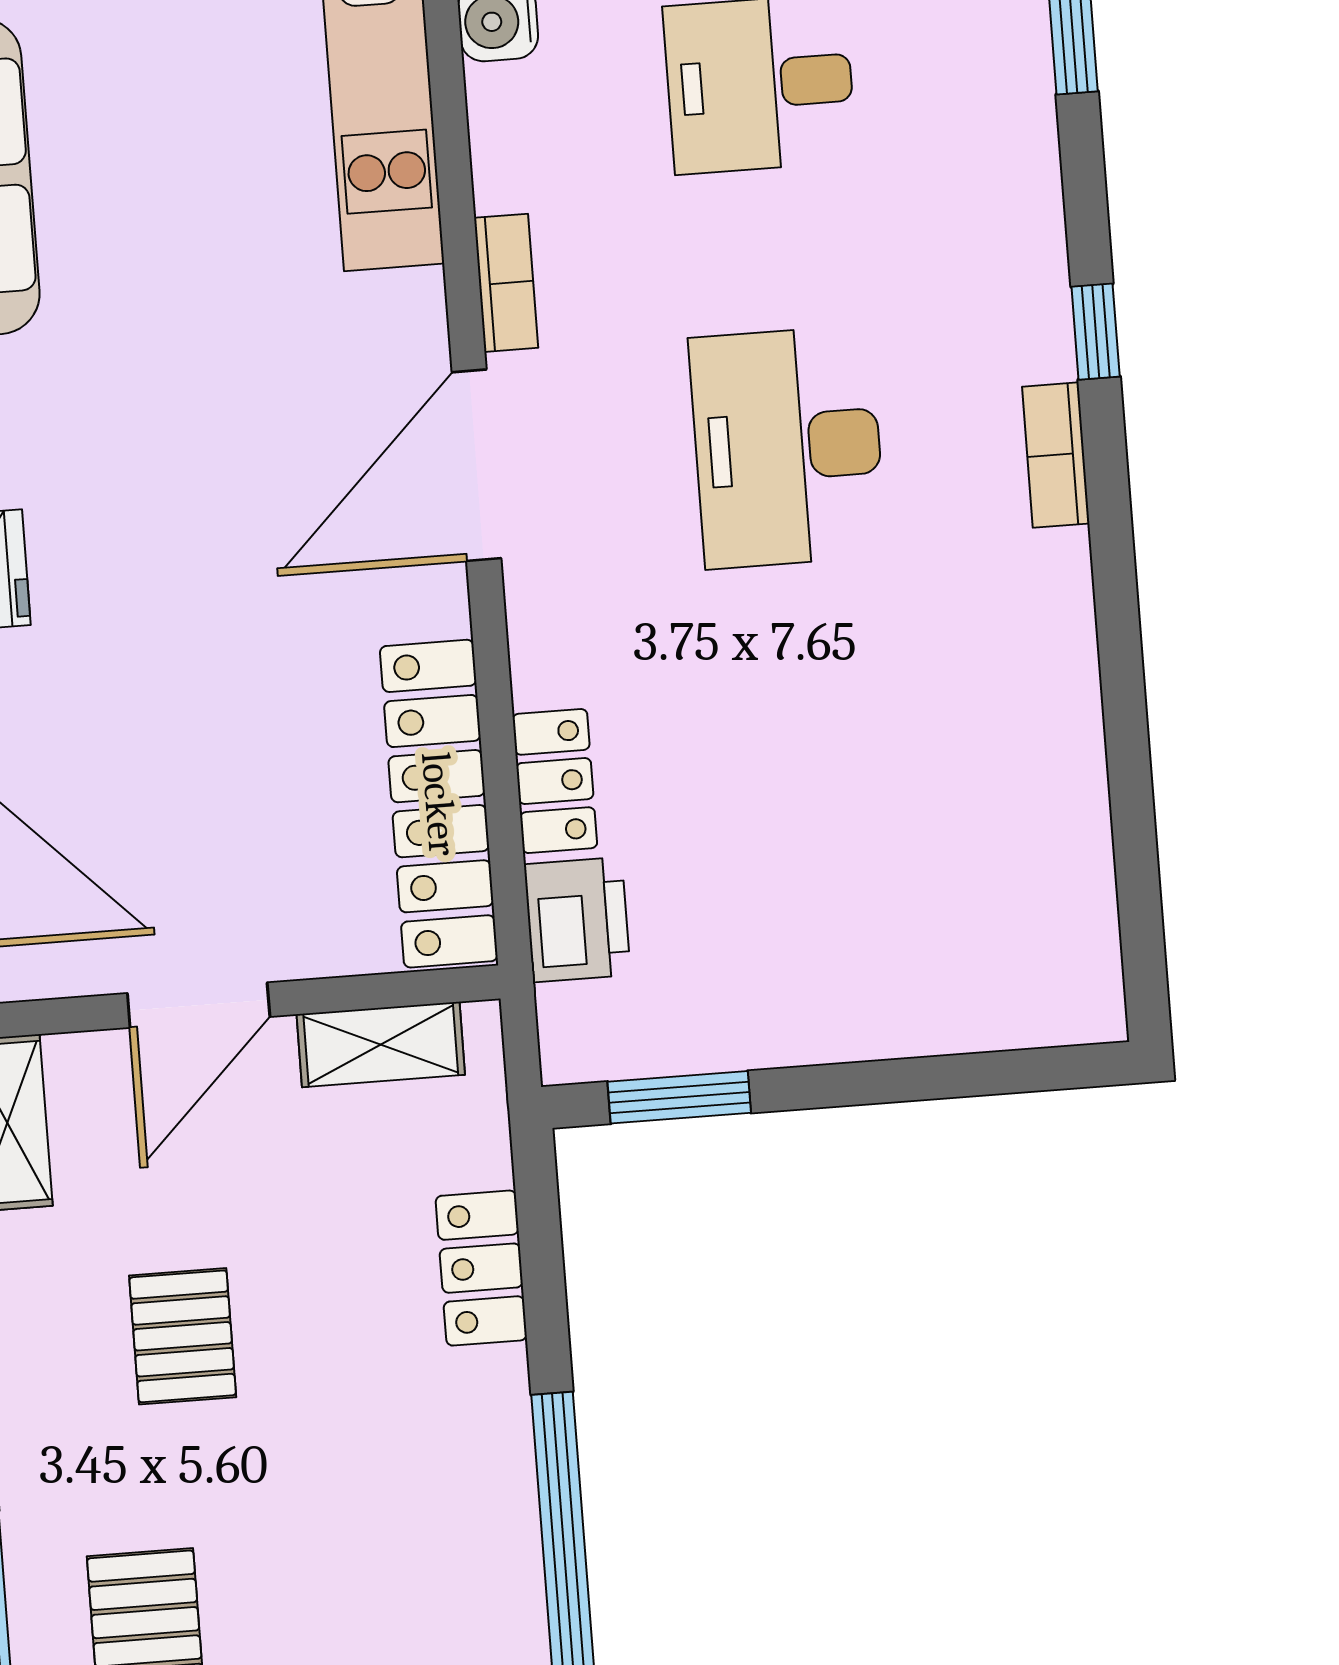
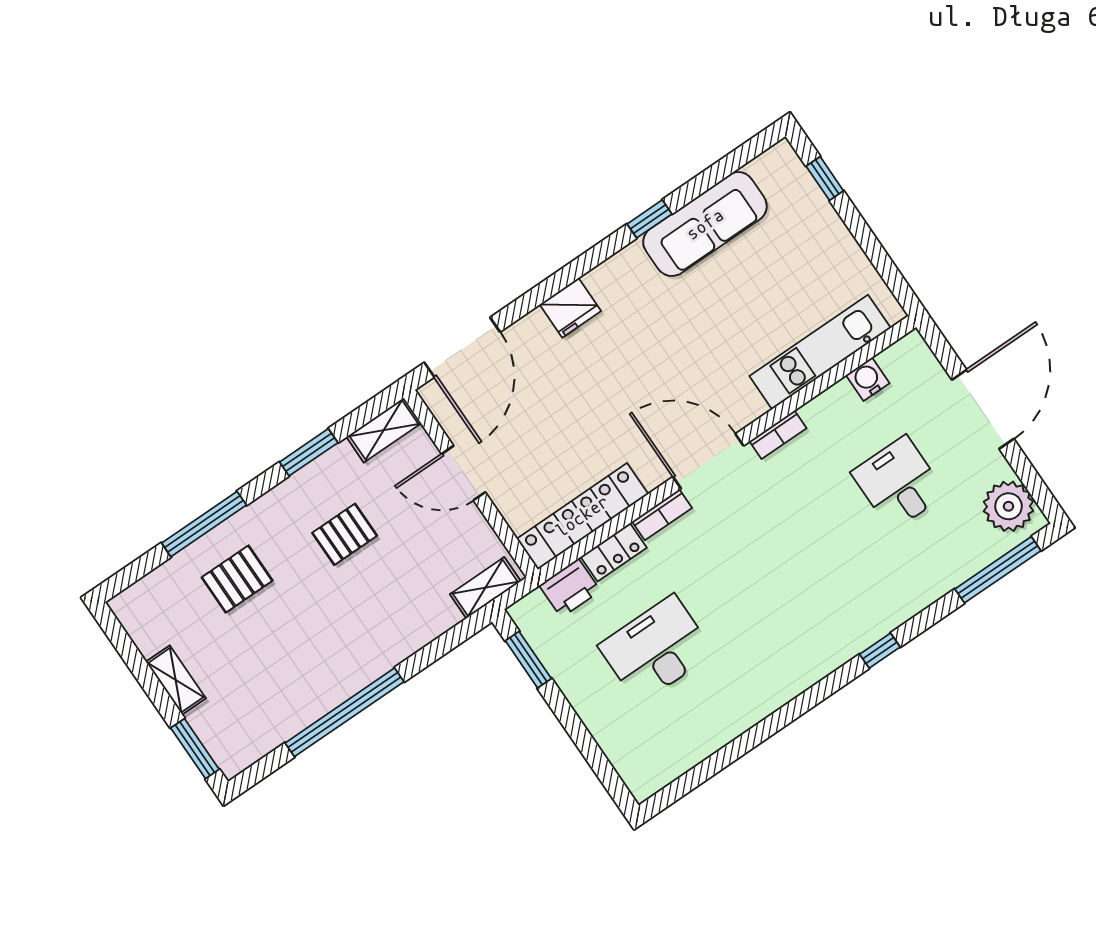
desk: (788, 447) -> (656, 649), moved
bookcase: (1056, 455) -> (662, 515), moved, turned 180
shelving: (381, 1045) -> (485, 588), moved, turned 90
locker: (481, 1268) -> (429, 625), removed

